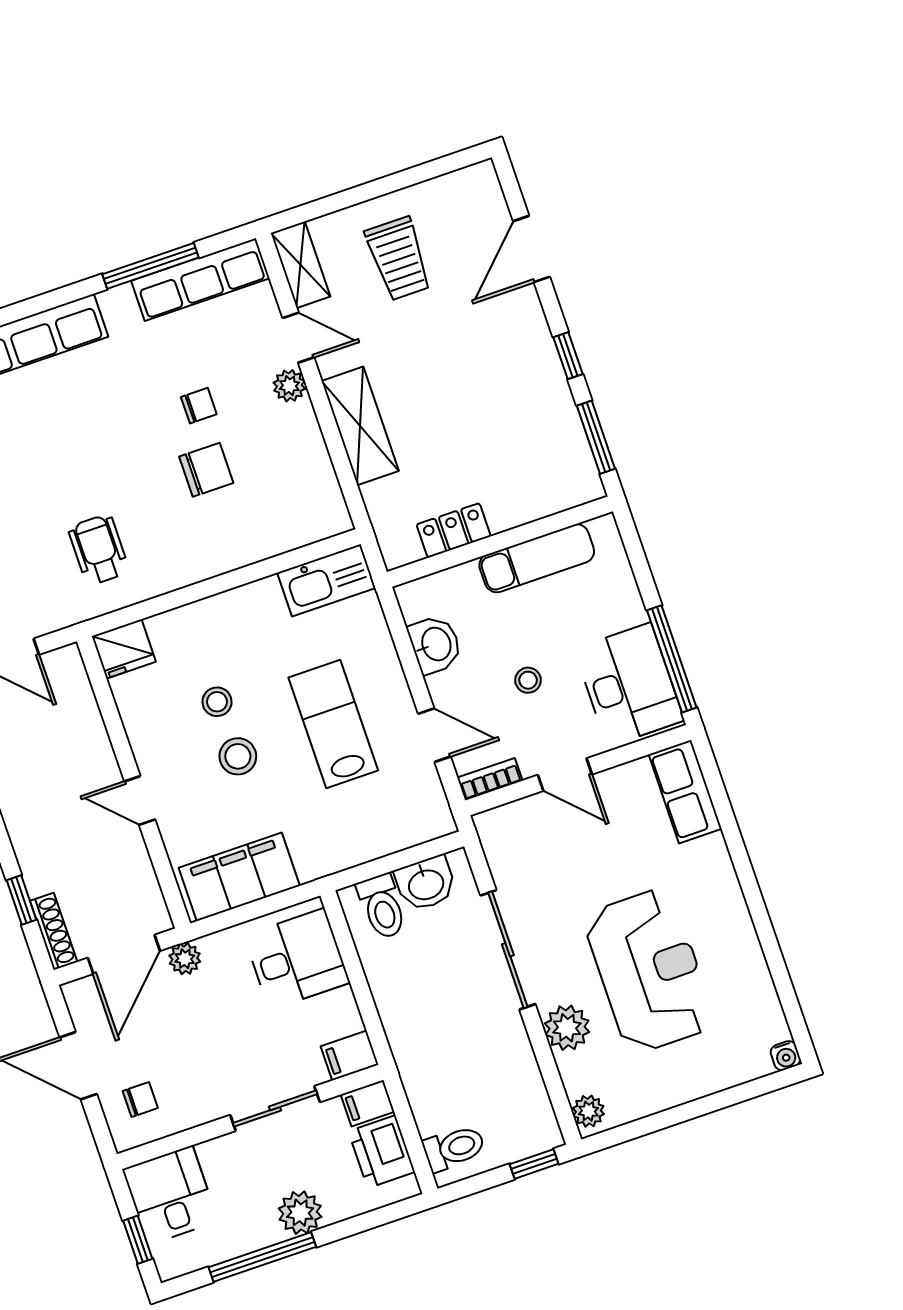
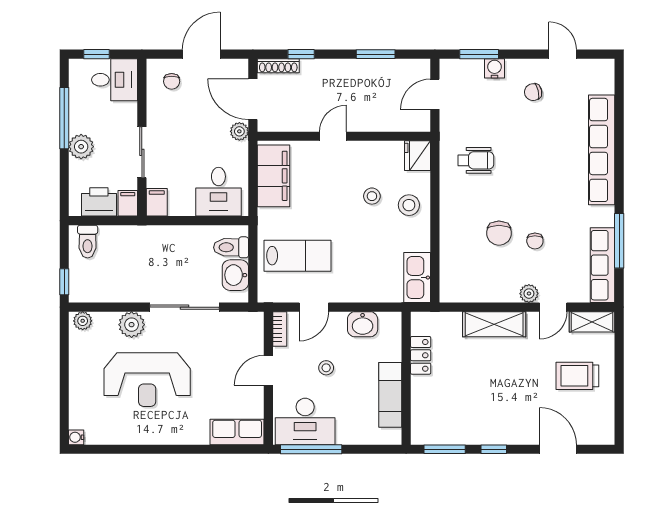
lab bench: (333, 724) -> (297, 256), moved
stool: (238, 756) -> (409, 205), moved

